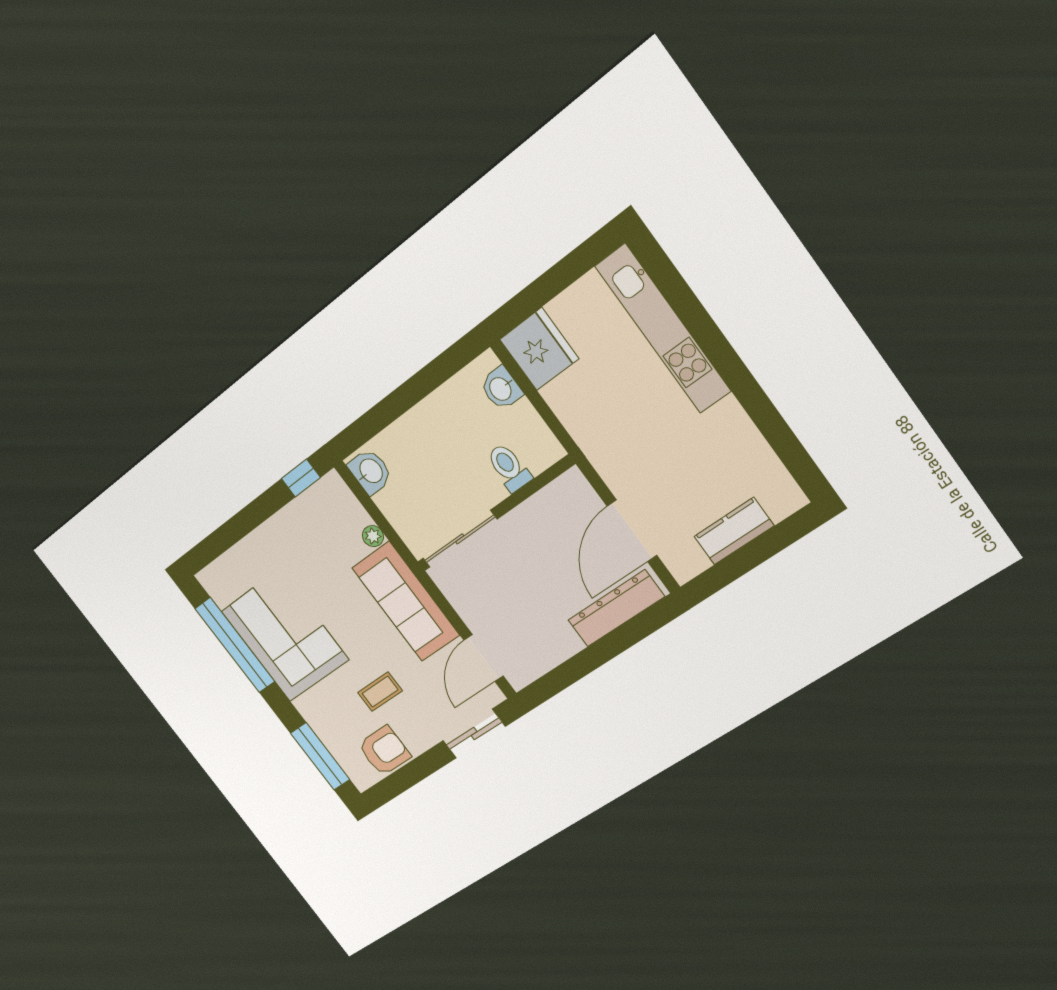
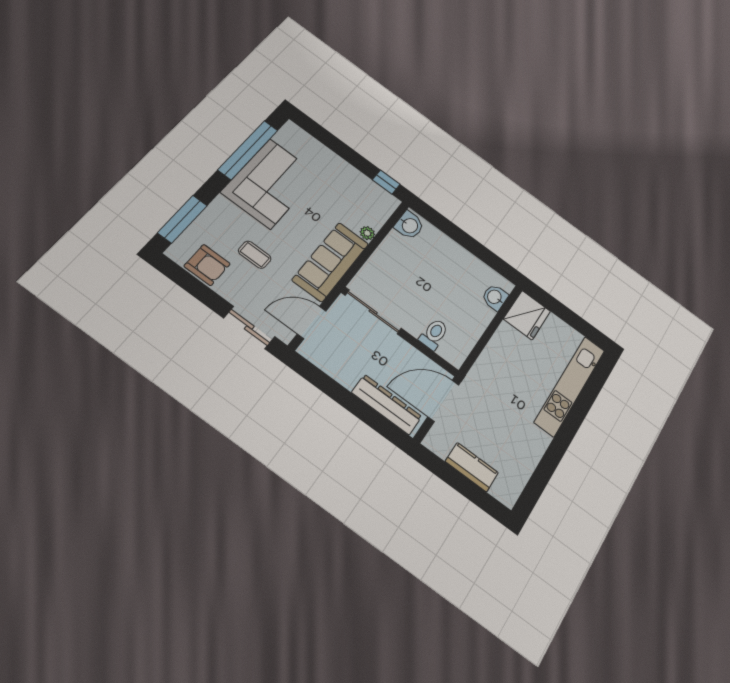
toilet: (509, 467) -> (434, 334), moved
wall: (495, 514) -> (400, 332), moved
sliding door: (460, 539) -> (373, 312), moved

